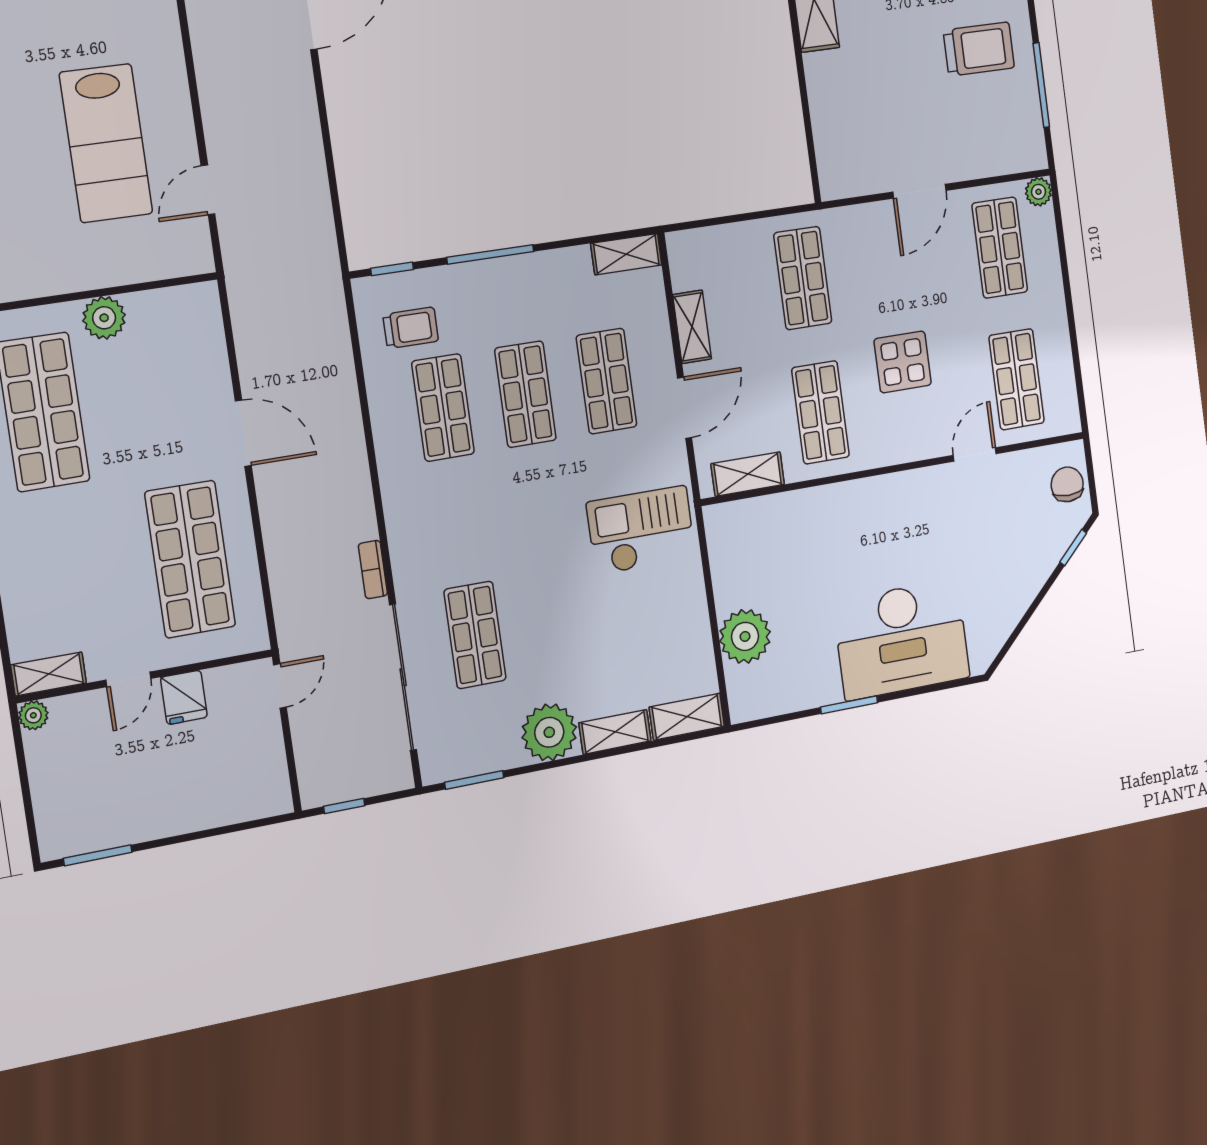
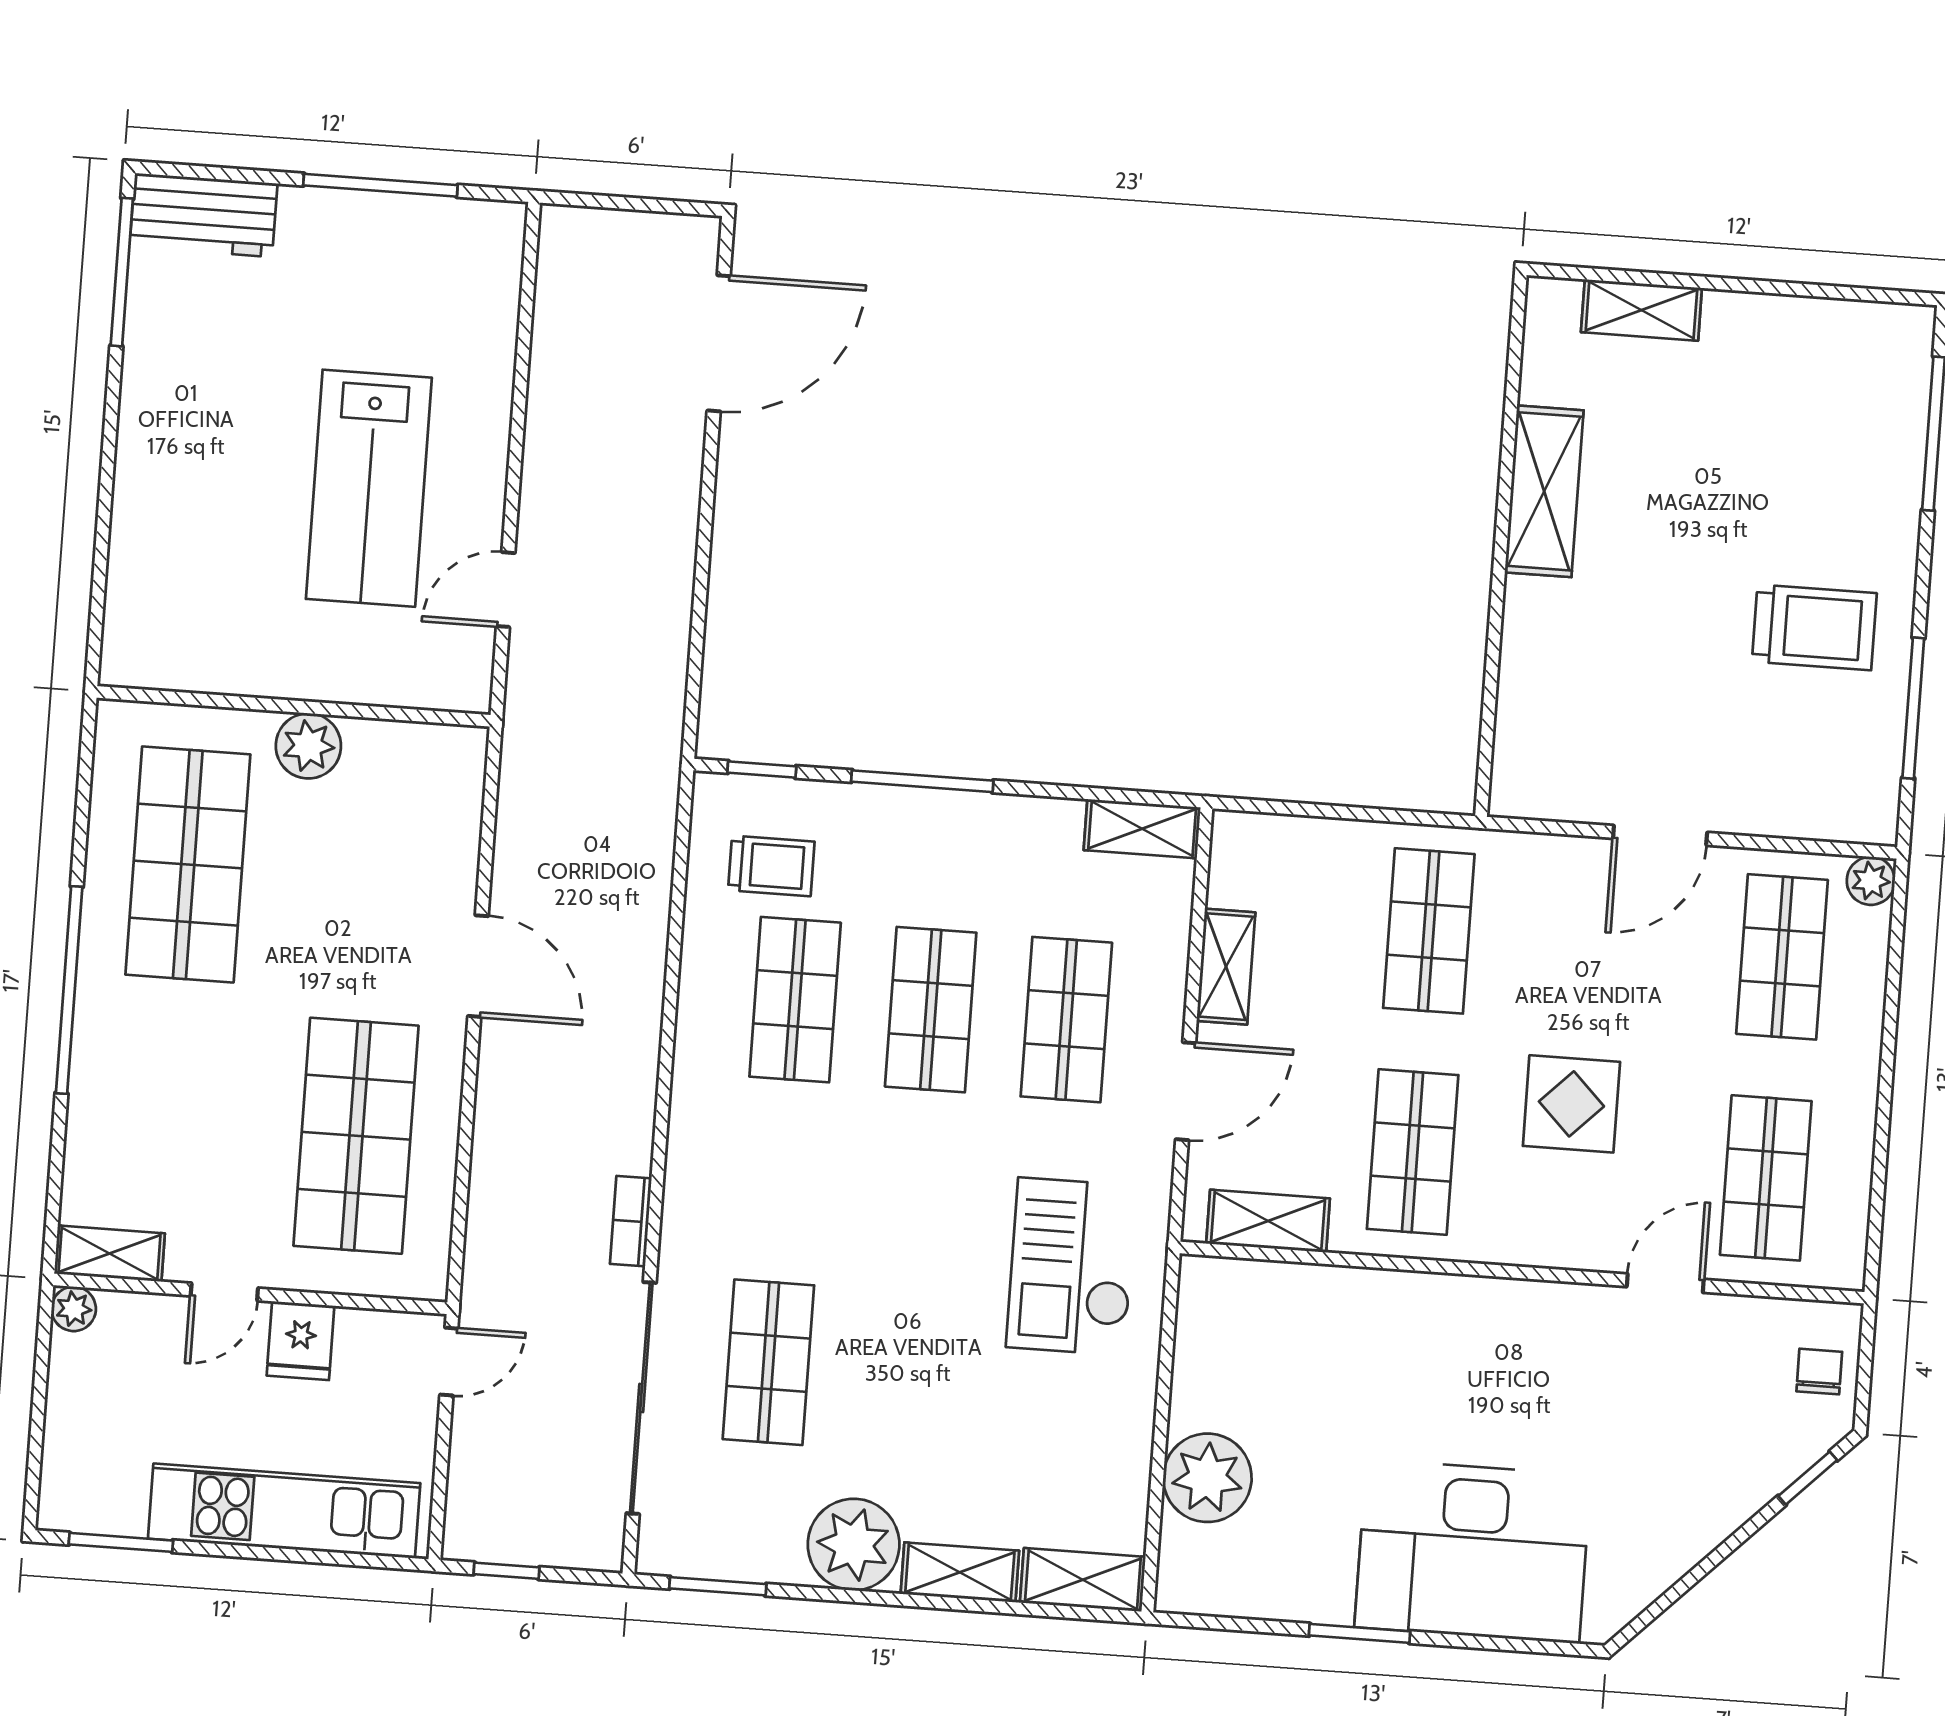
chair: (1067, 484) -> (1819, 1372), width x0.73, depth x0.73
checkout: (641, 530) -> (1072, 1266), turned -90
kitchen unit: (197, 807) -> (284, 1511), added

